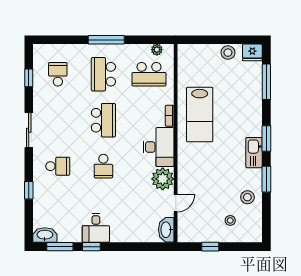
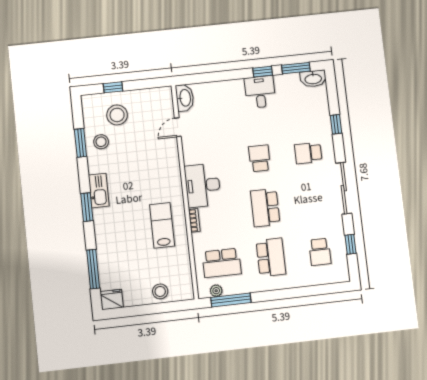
window: (106, 40) -> (231, 300), moved
stool: (228, 53) -> (160, 291), moved
school desk: (149, 74) -> (222, 263), turned 180
lab bench: (200, 114) -> (162, 225), width x0.73, depth x0.72
sliding door: (29, 130) -> (344, 188), width x1.37
plant: (163, 179) -> (194, 152), removed
window: (266, 179) -> (80, 143), moved
stool: (230, 220) -> (117, 115), width x1.89, depth x1.89
window: (210, 247) -> (113, 87), moved

